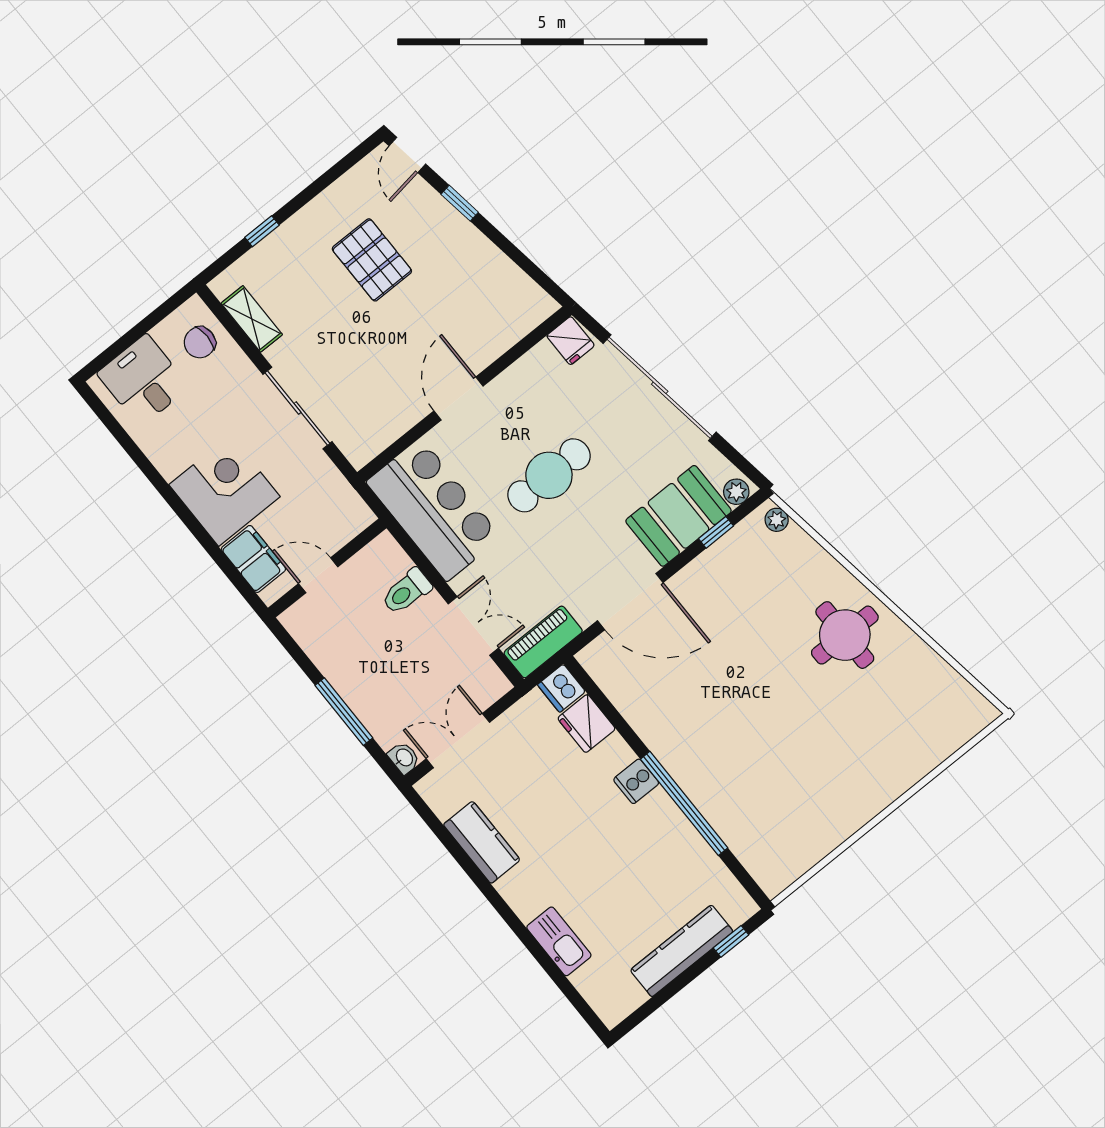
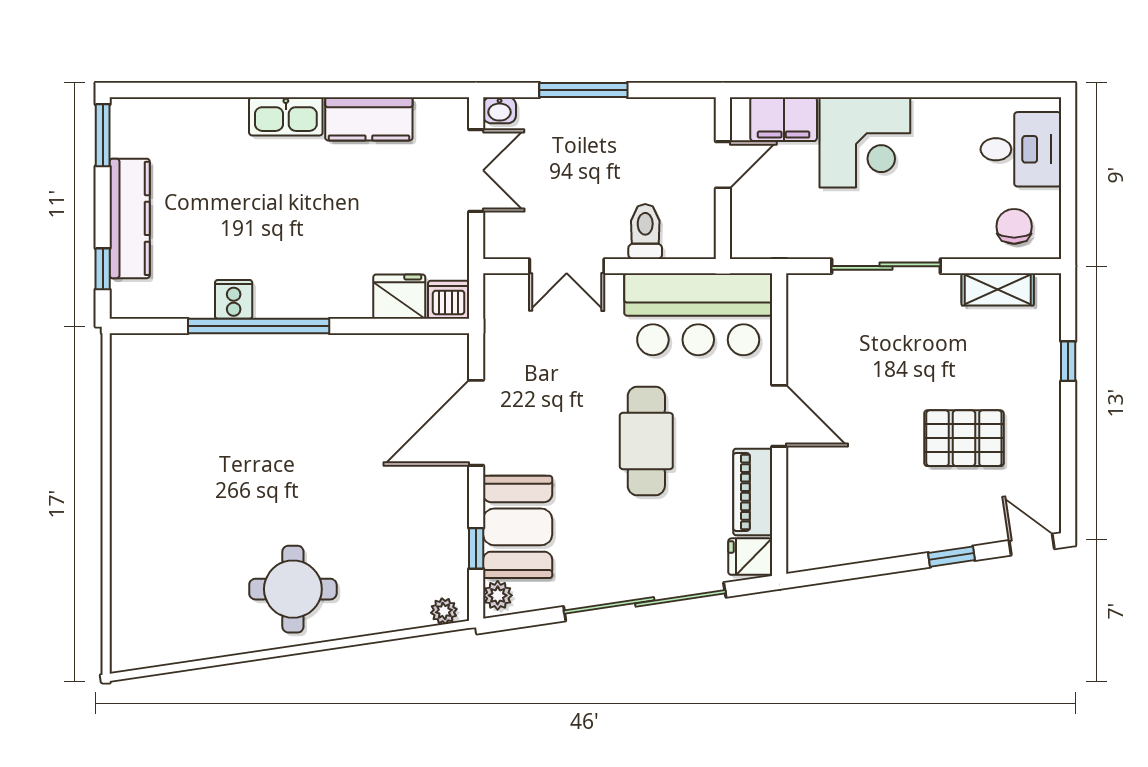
piano: (543, 642) -> (753, 492), moved, turned 180
cooker: (636, 781) -> (234, 299), moved
kitchen sink: (559, 941) -> (286, 116), moved
window: (640, 1015) -> (103, 135), added

